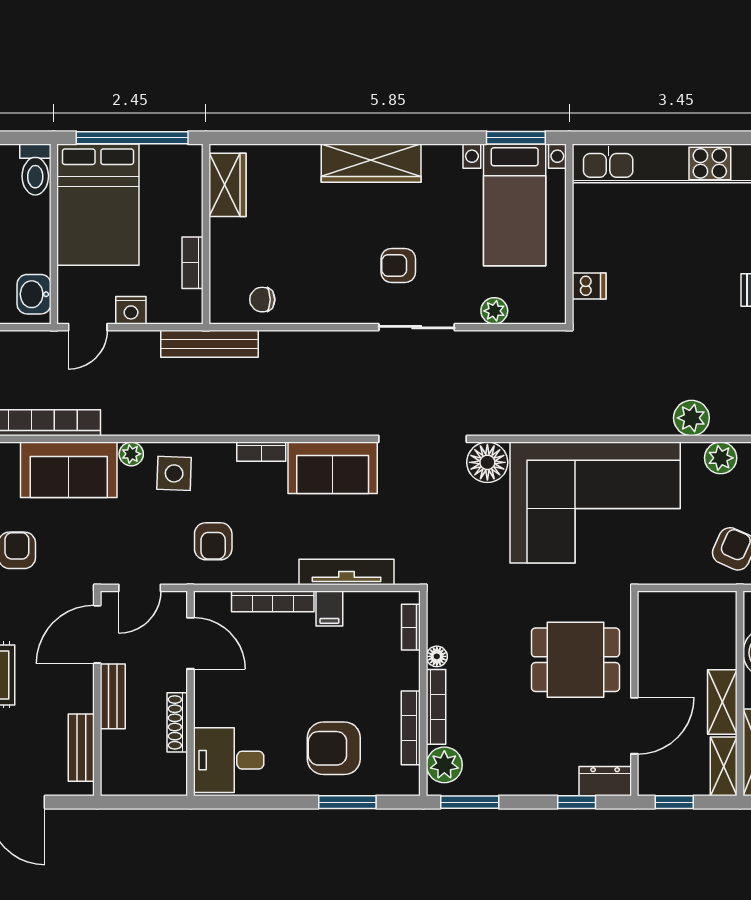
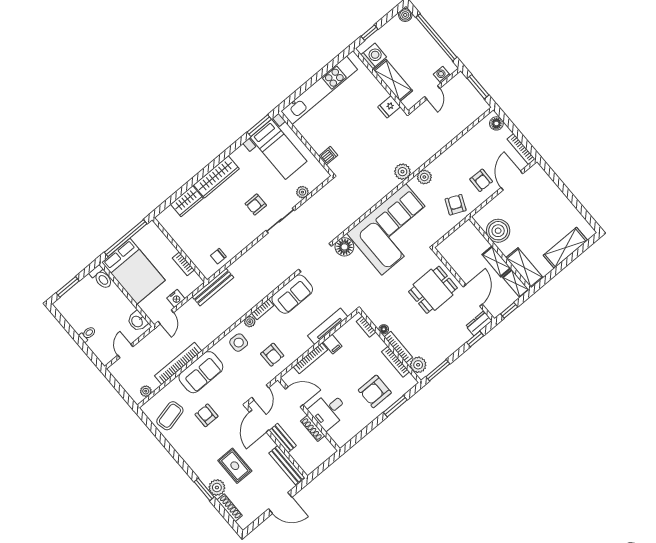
wardrobe: (228, 185) -> (187, 201), moved, turned 90
plant: (131, 454) -> (250, 322), moved
bench: (81, 748) -> (287, 465), width x1.36
desk: (229, 760) -> (328, 411), moved

